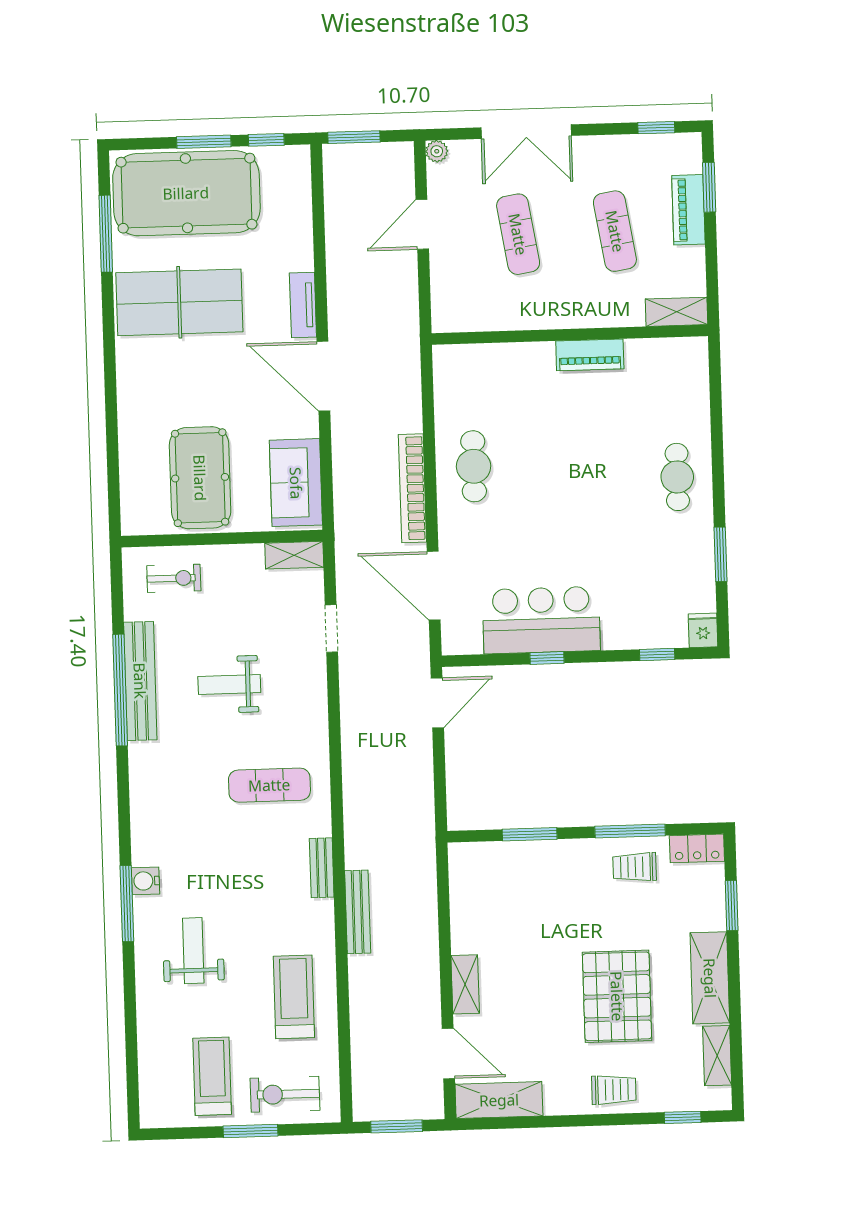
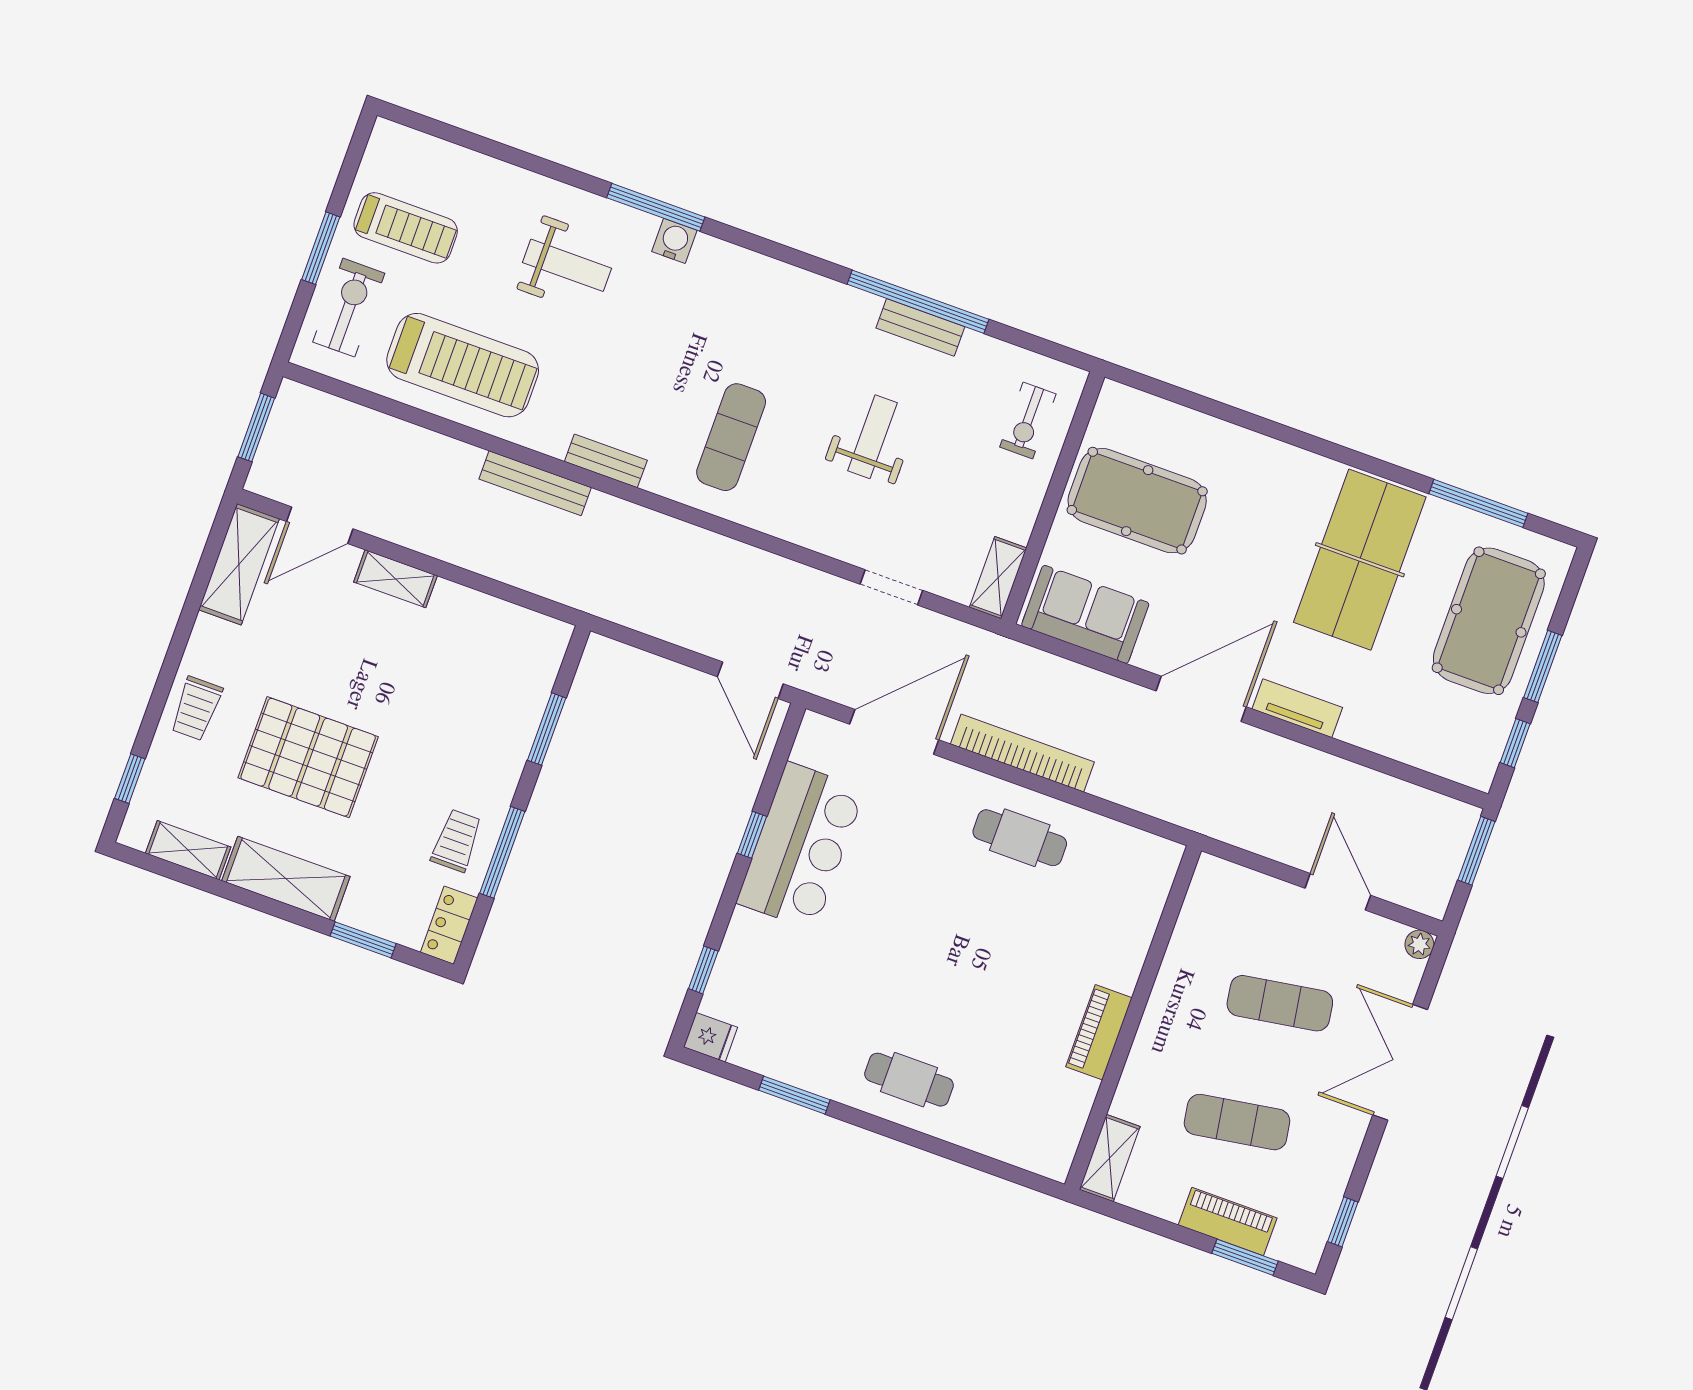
pool table: (186, 193) -> (1489, 621), width x0.73, depth x0.76
bench: (140, 681) -> (920, 327), width x0.54, depth x0.82
treadmill: (294, 997) -> (463, 365), width x1.37, depth x1.38

